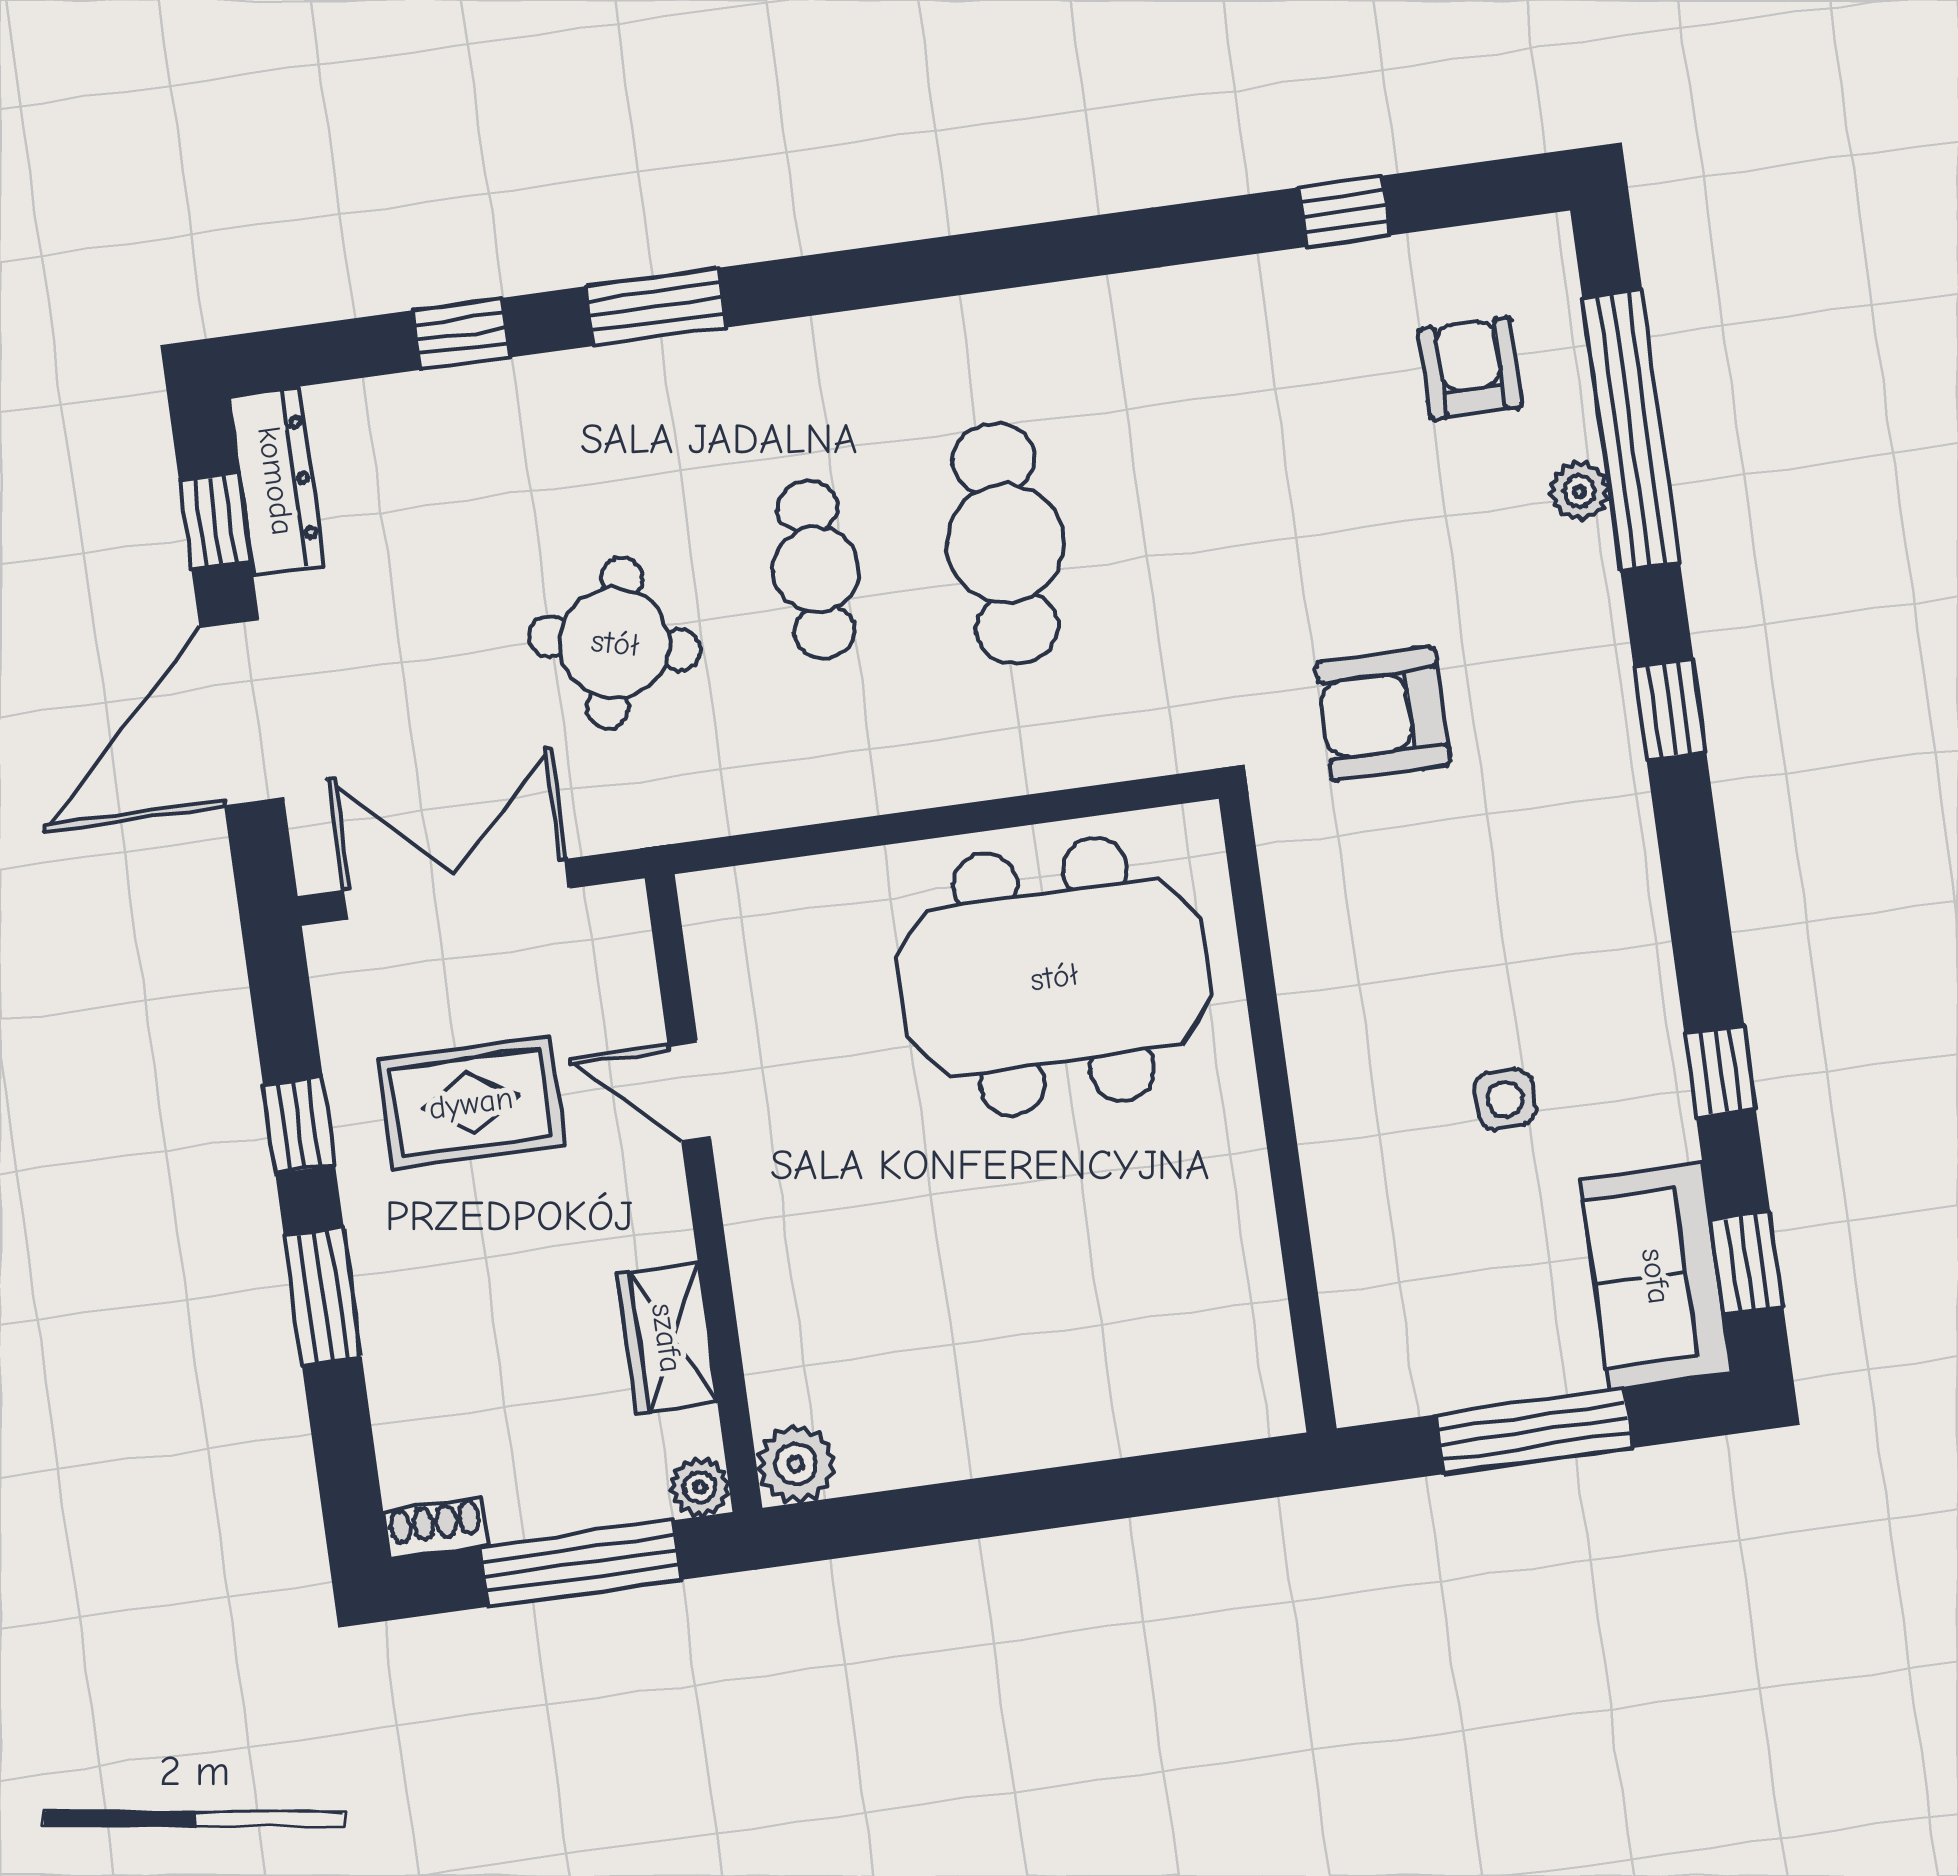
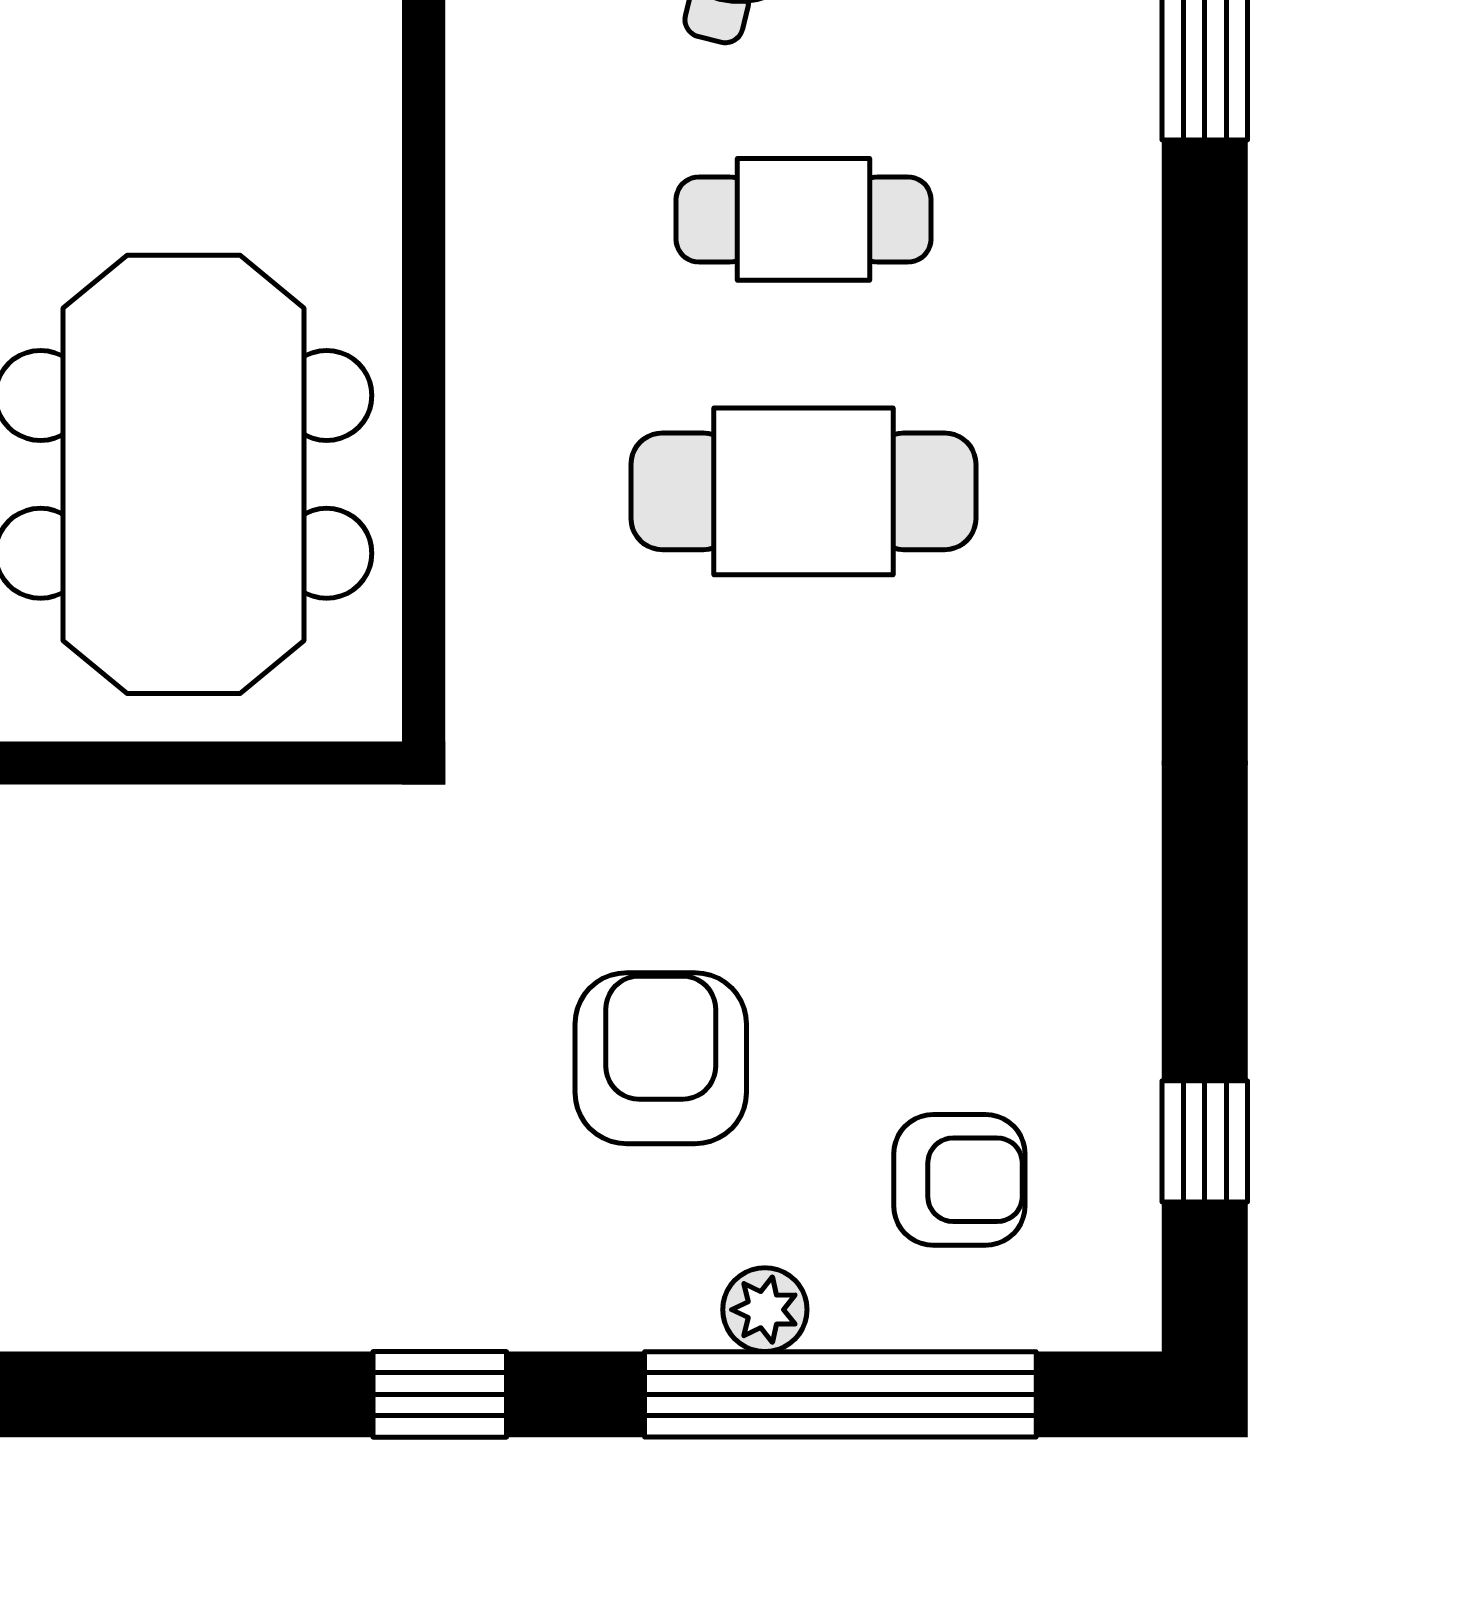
window: (1344, 211) -> (1205, 1141), moved
armchair: (1383, 714) -> (661, 1058), moved

